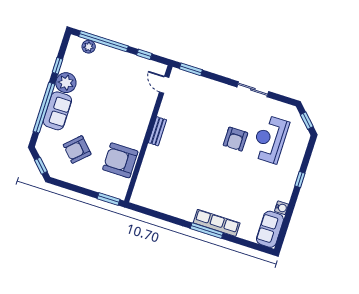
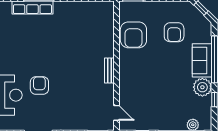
armchair: (77, 149) -> (174, 32), turned 134
armchair: (120, 160) -> (133, 35), turned 90

